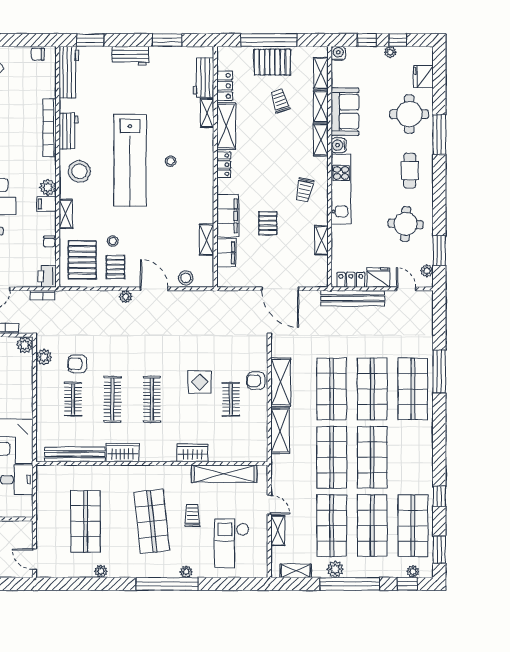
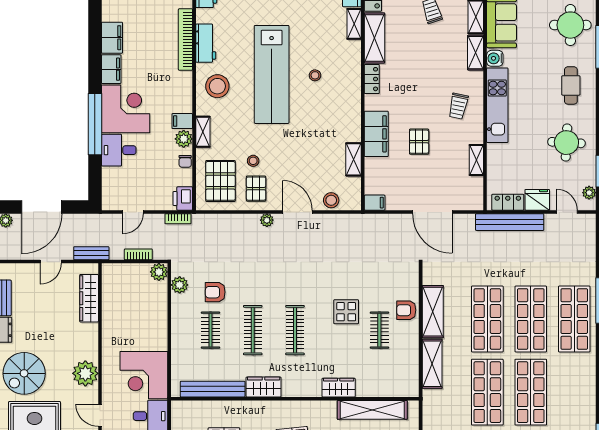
plant: (48, 187) -> (184, 139), moved
filing cabinet: (226, 253) -> (375, 203), moved, width x0.50

